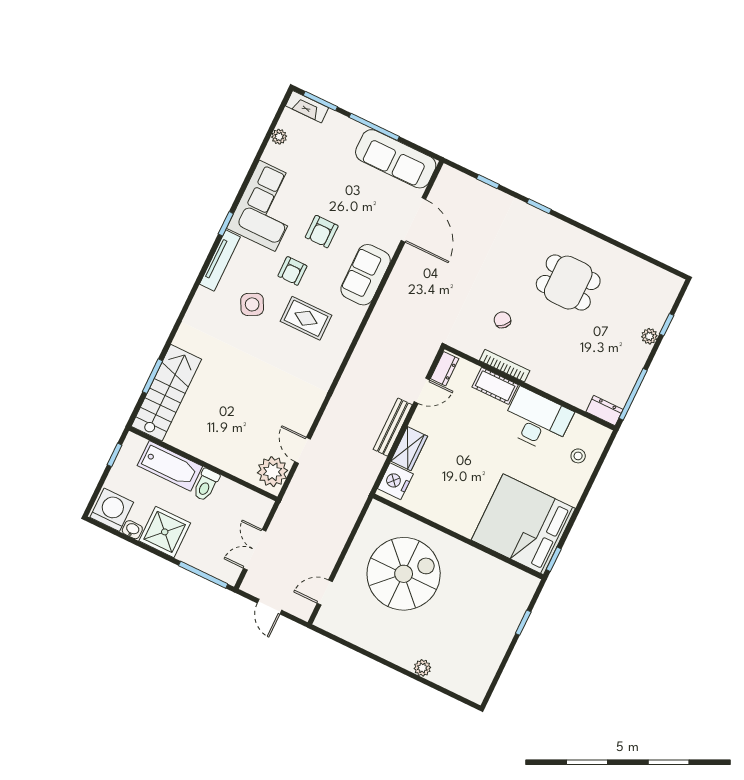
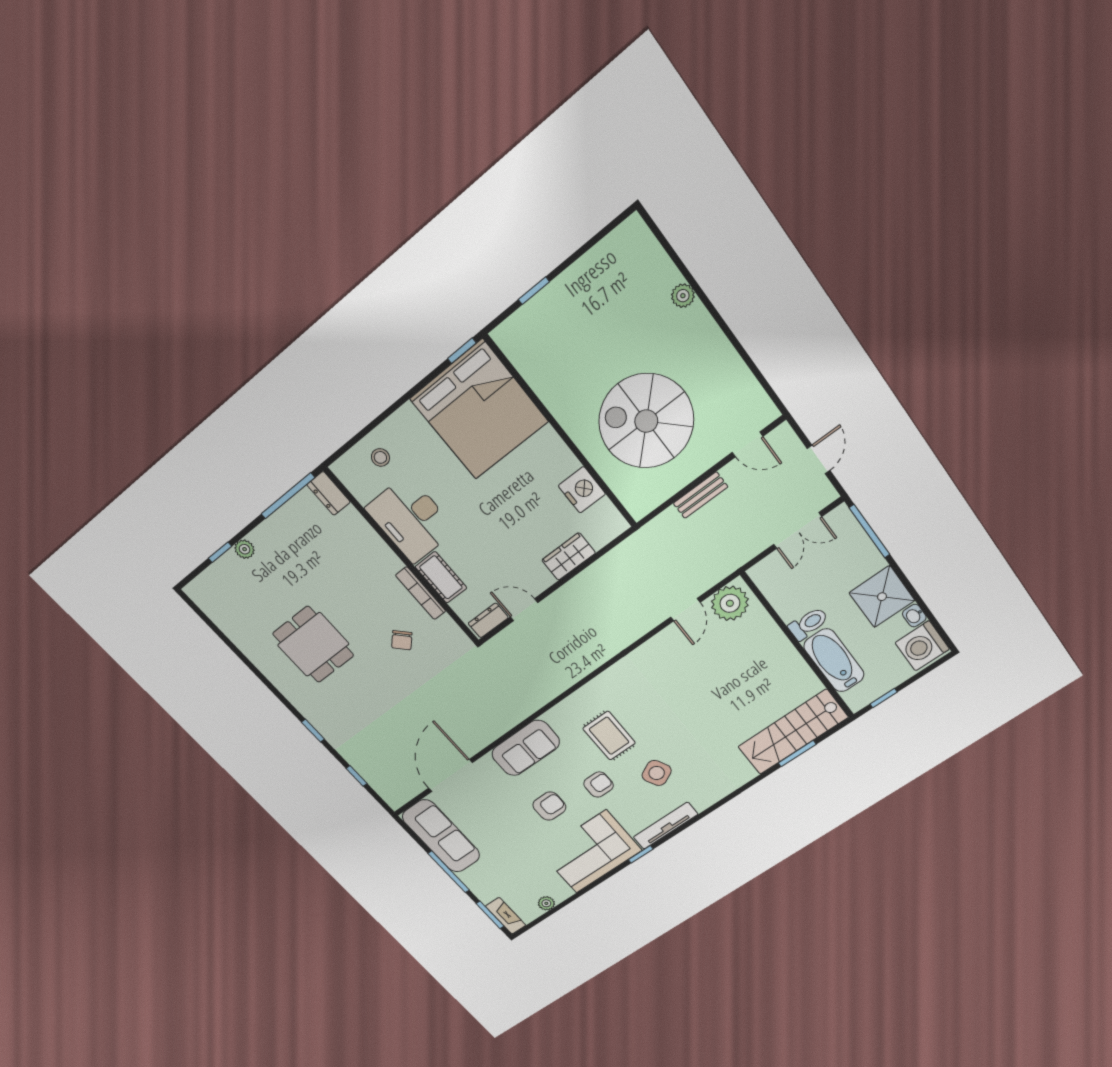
bench: (393, 427) -> (701, 495), moved, width x0.73
nightstand: (395, 481) -> (582, 490), moved, turned -90

